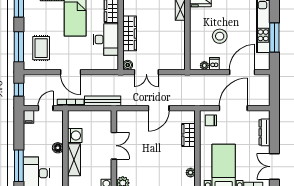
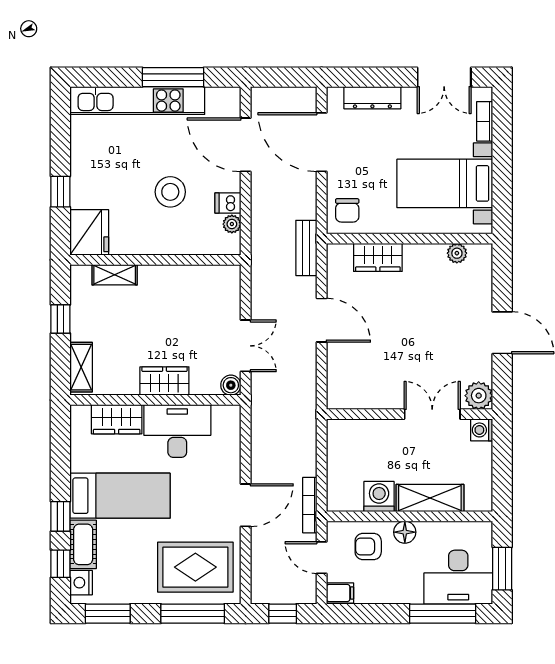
wardrobe: (130, 33) -> (164, 381), width x0.67
rug: (41, 48) -> (195, 567), width x1.36, depth x1.43
bench: (103, 101) -> (306, 248), moved, width x0.73
door: (233, 108) -> (322, 142), moved
armchair: (51, 130) -> (368, 546), added
double door: (114, 146) -> (432, 414), moved

